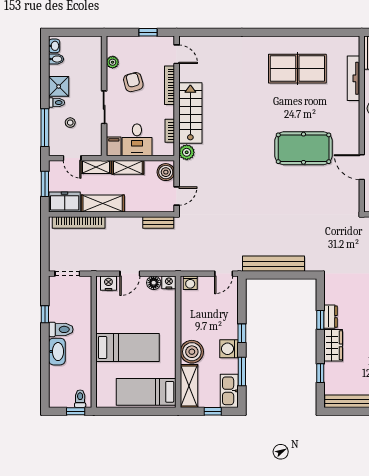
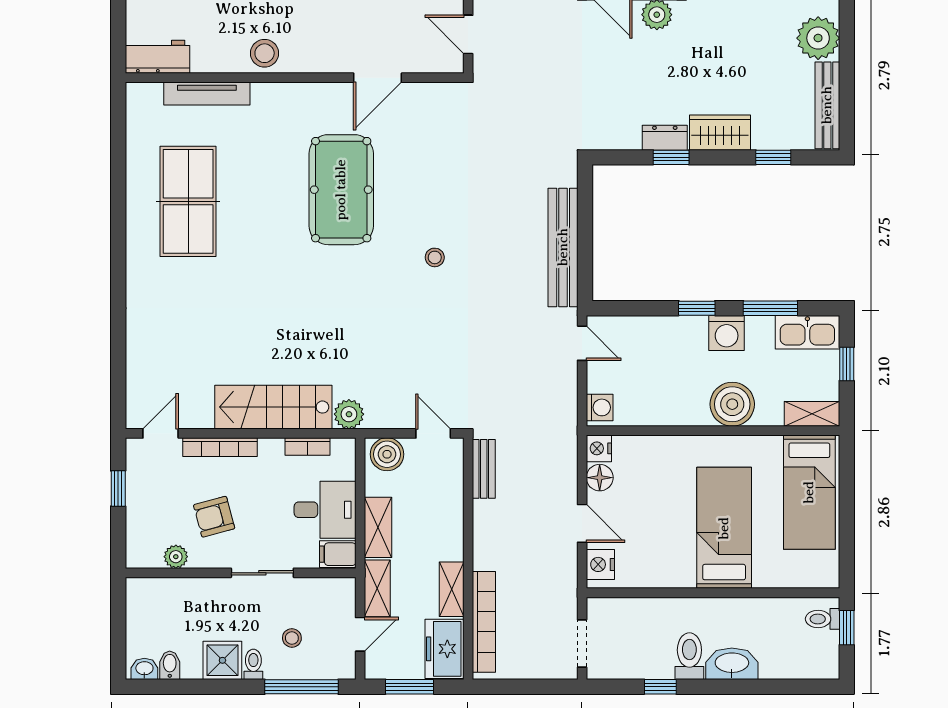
stool: (268, 197) -> (435, 257), added
shelving: (103, 204) -> (452, 589), width x0.67, depth x0.75
shelving: (189, 386) -> (812, 414), width x0.67, depth x0.75

